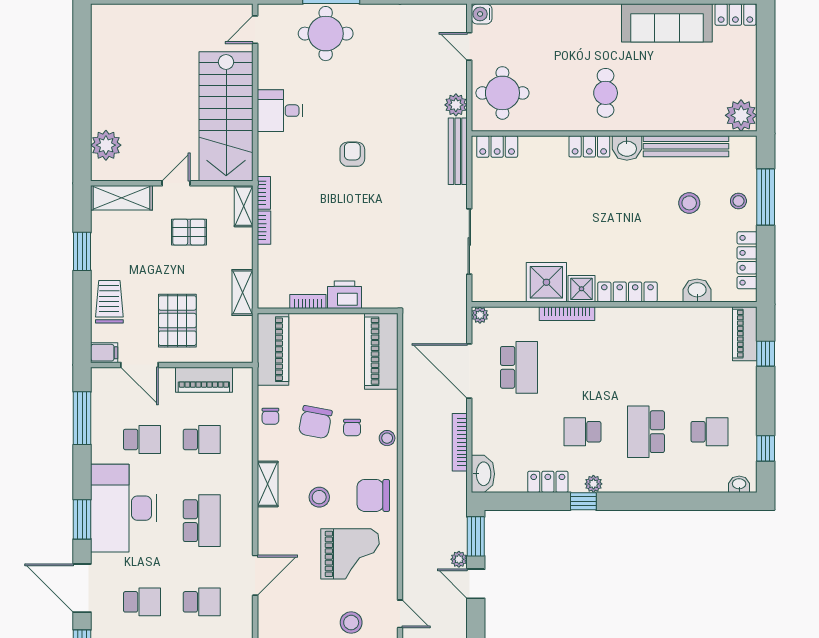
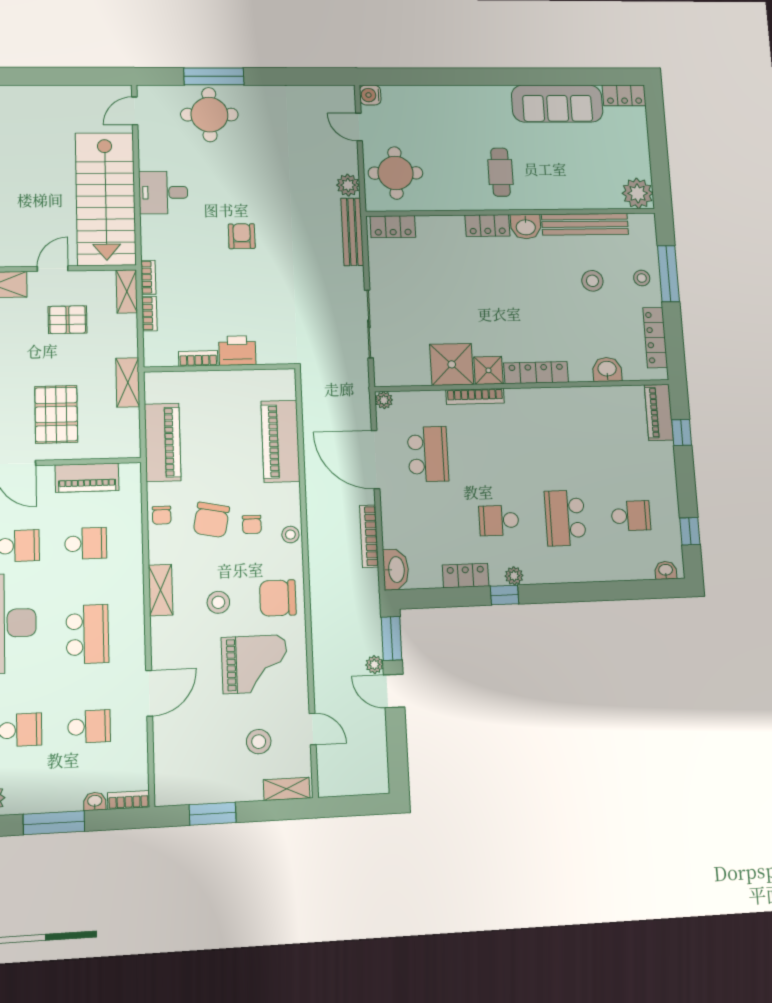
printer: (344, 295) -> (237, 350), moved
bookcase: (308, 302) -> (198, 358), moved
wall: (328, 311) -> (220, 368), moved

